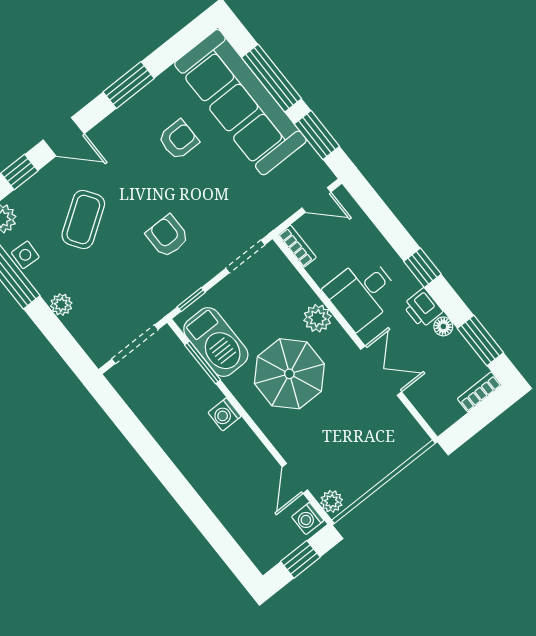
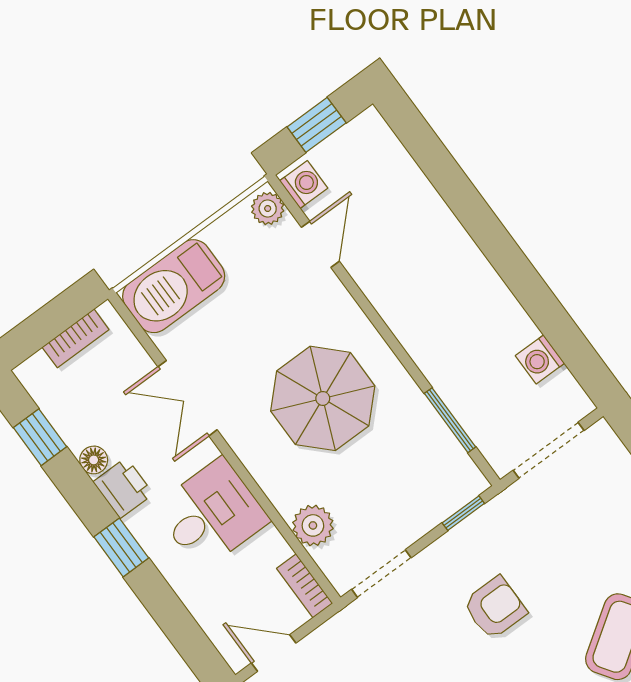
armchair: (167, 236) -> (495, 608), turned -90
plant: (317, 318) -> (313, 525), moved
window: (480, 341) -> (40, 437), width x0.67
barbecue: (216, 342) -> (174, 286), moved, turned -90
bookcase: (480, 392) -> (76, 338), moved
washing machine: (225, 414) -> (540, 359), moved, turned 180

